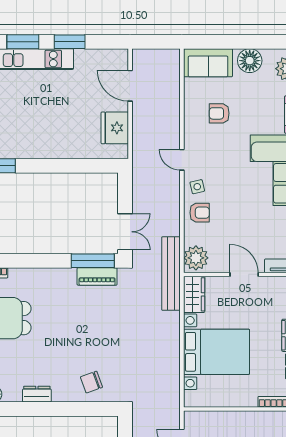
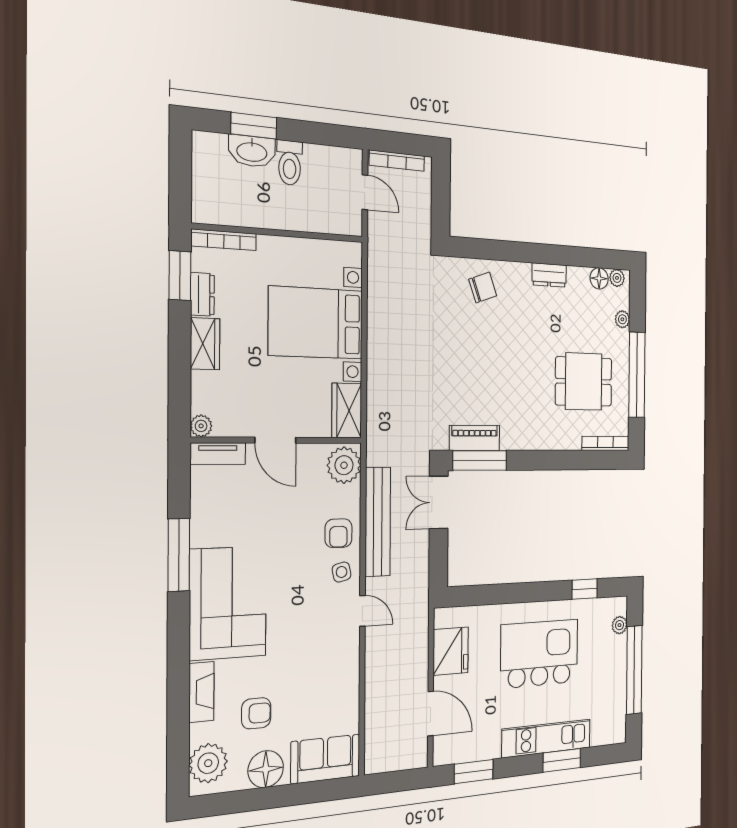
window: (70, 42) -> (474, 772), moved
armchair: (219, 113) -> (256, 713), moved
kitchen island: (43, 121) -> (539, 654), added
armchair: (200, 213) -> (338, 533), turned -90
bench: (171, 274) -> (378, 522), moved

